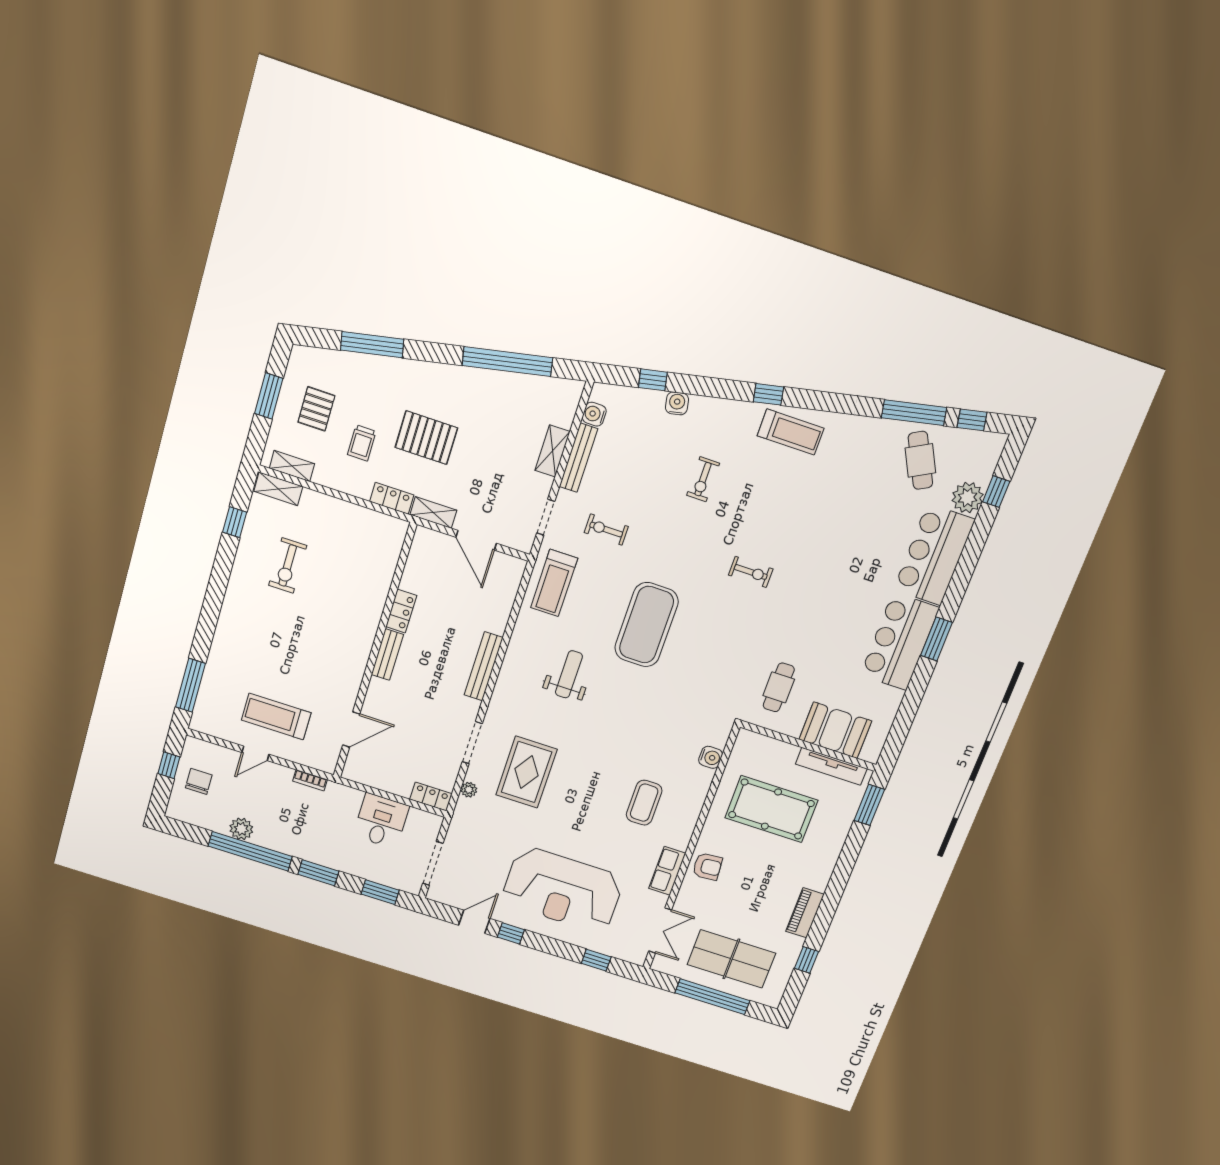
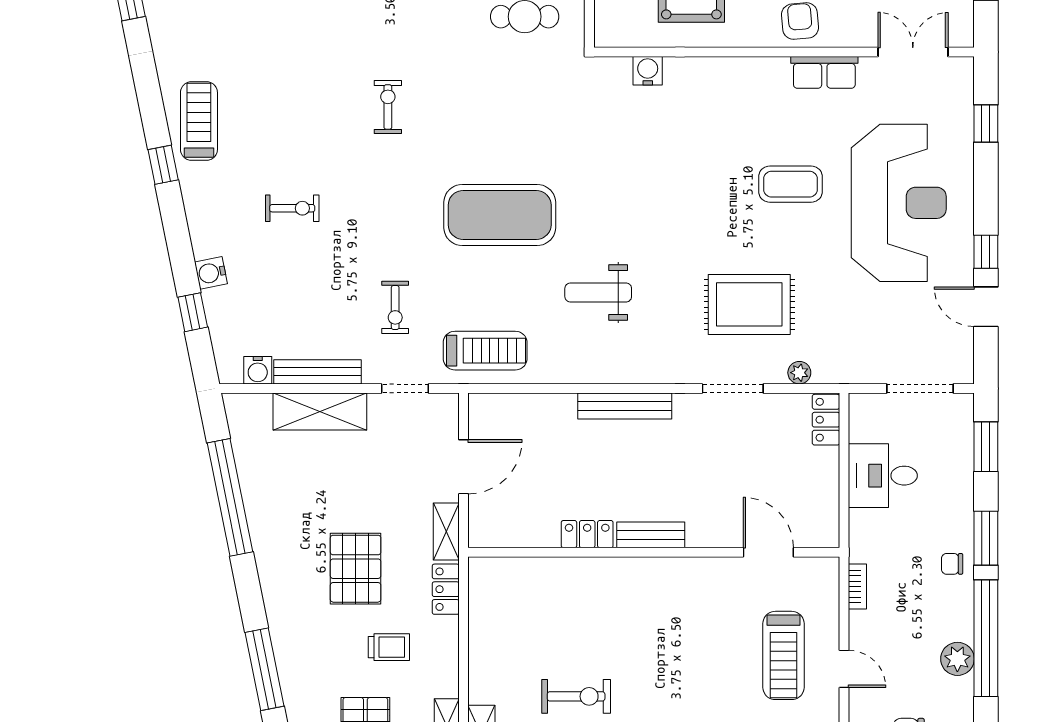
shelving: (552, 451) -> (320, 412), width x1.50, depth x1.33
coffee table: (644, 803) -> (790, 184), moved
chair: (307, 846) -> (952, 564), added

